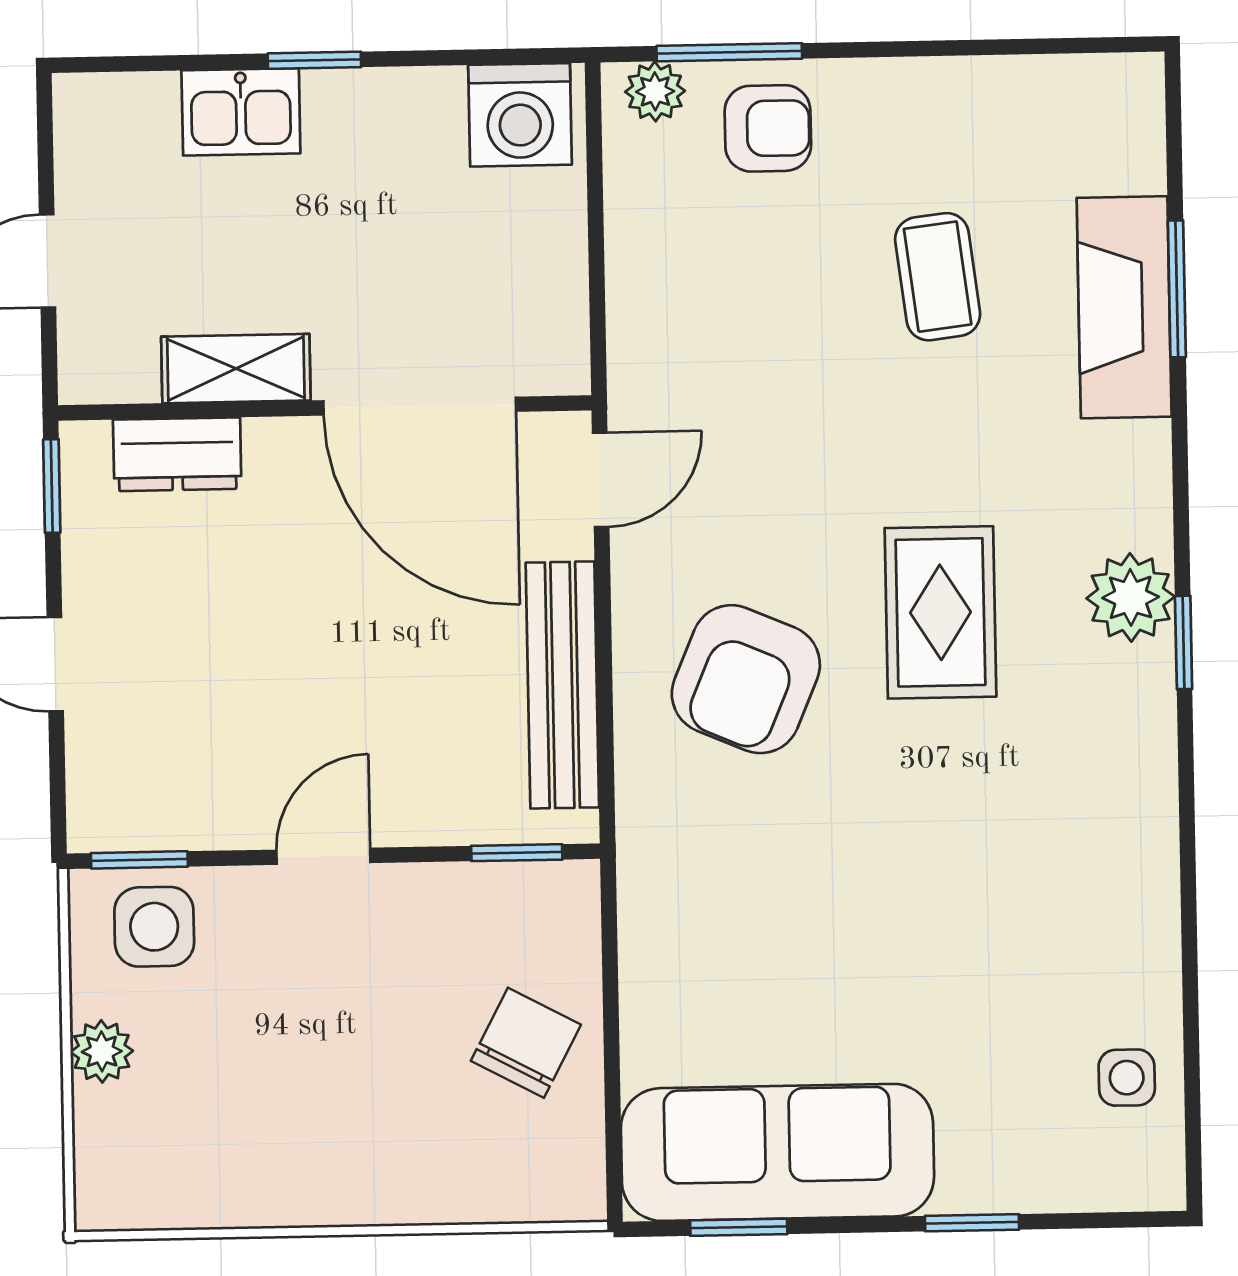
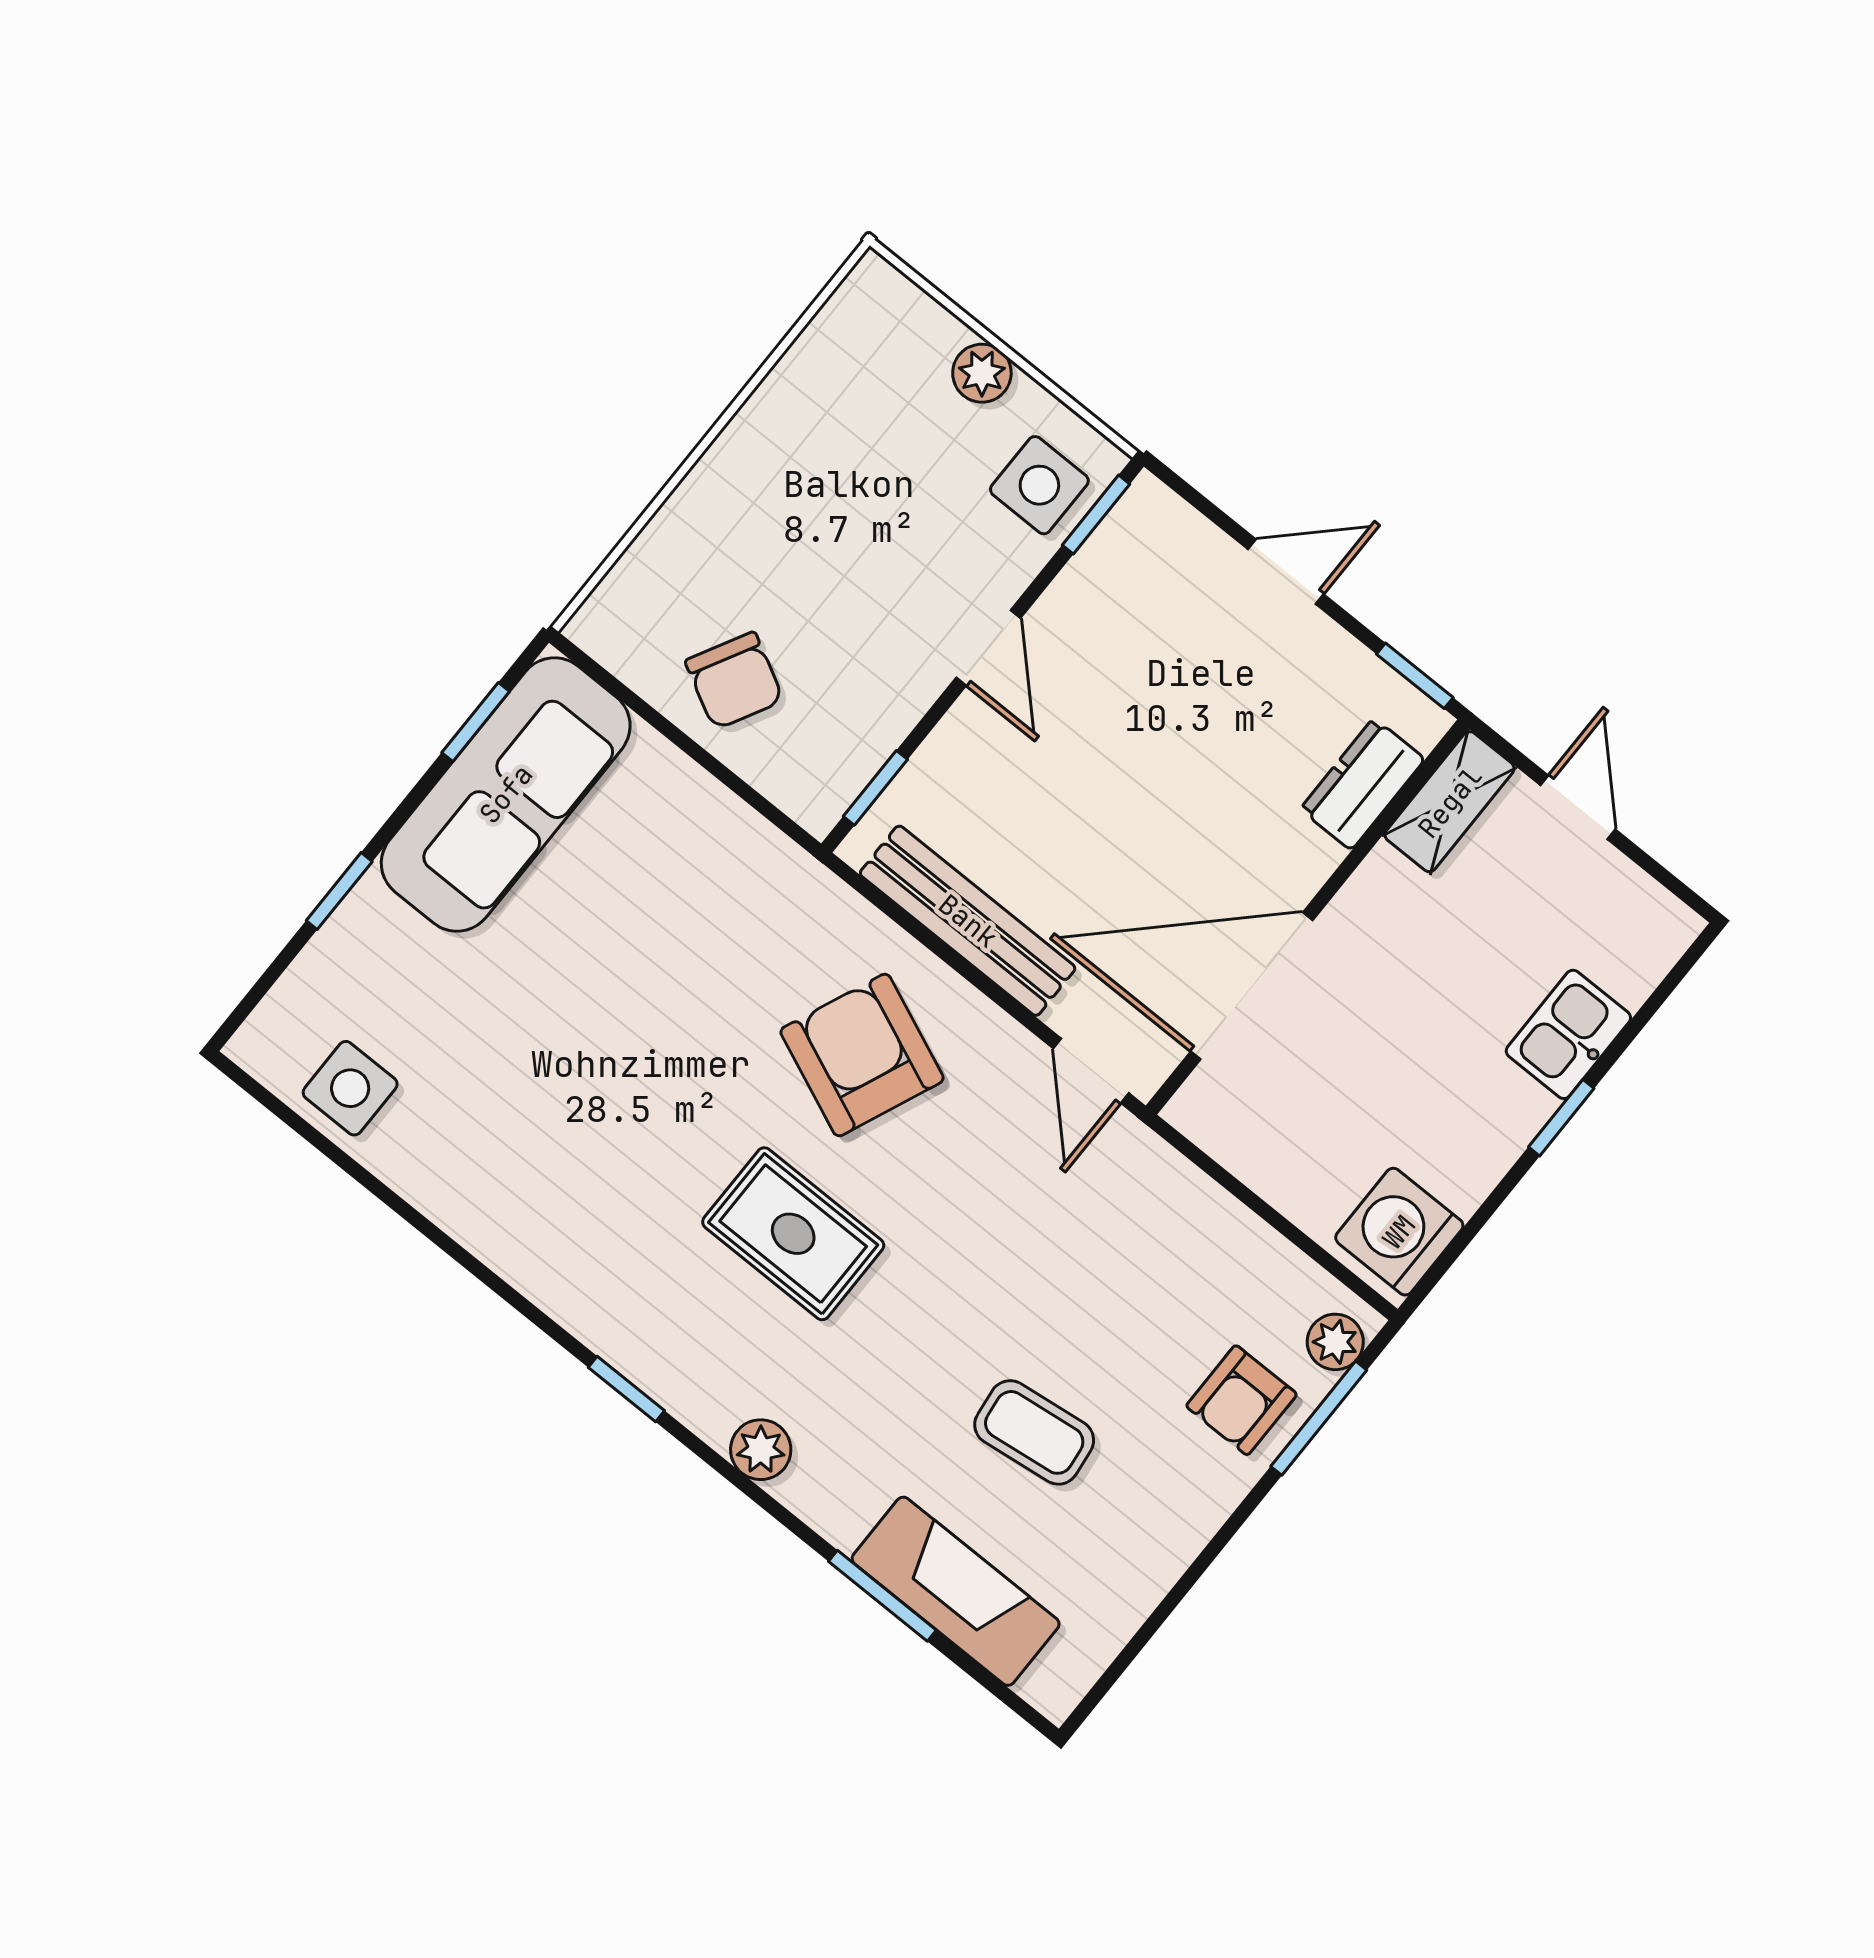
fireplace: (1124, 307) -> (956, 1591), moved
shelving: (236, 369) -> (1450, 802), moved
plant: (1131, 597) -> (761, 1450), moved, width x0.73, depth x0.73
side table: (1127, 1078) -> (350, 1088), width x1.37, depth x1.37

